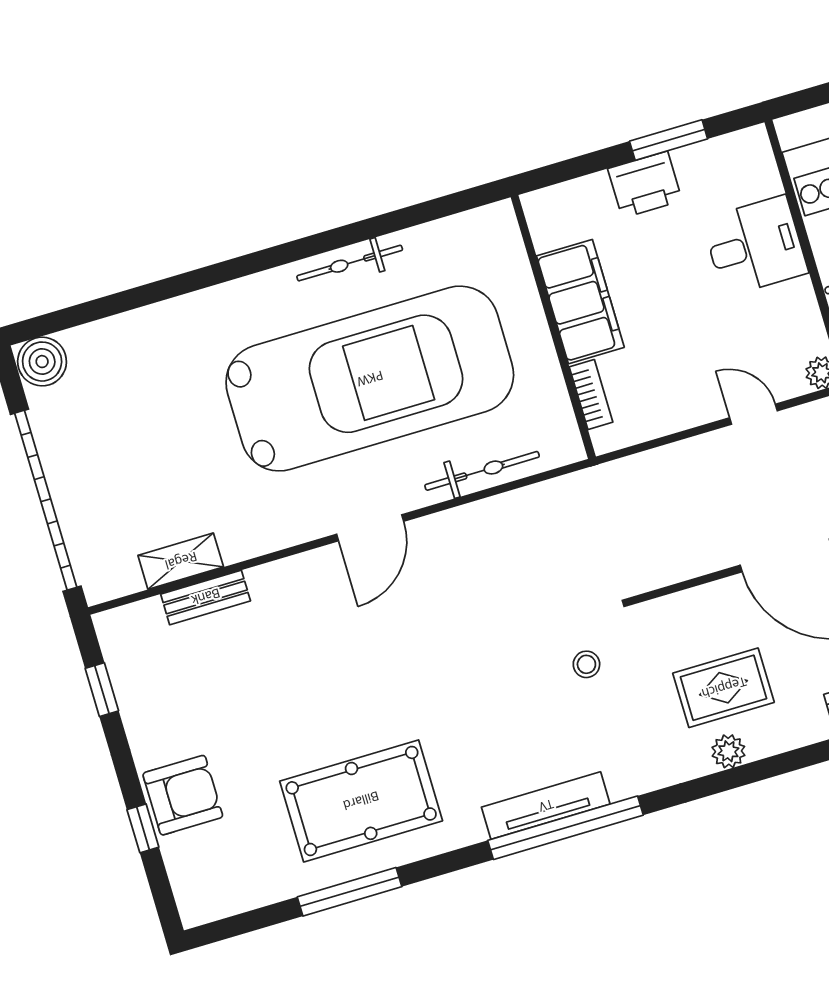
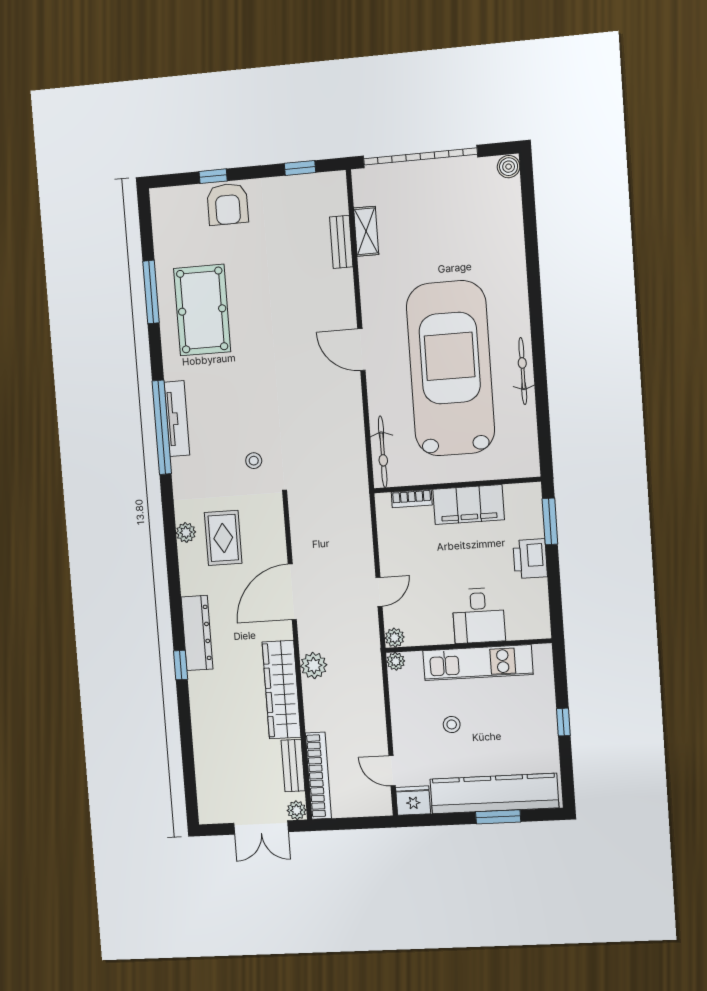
window: (669, 140) -> (550, 521), moved
boiler: (42, 362) -> (509, 167), width x0.73, depth x0.73
car: (370, 379) -> (450, 368), turned 180
bicycle: (482, 471) -> (383, 452), moved

